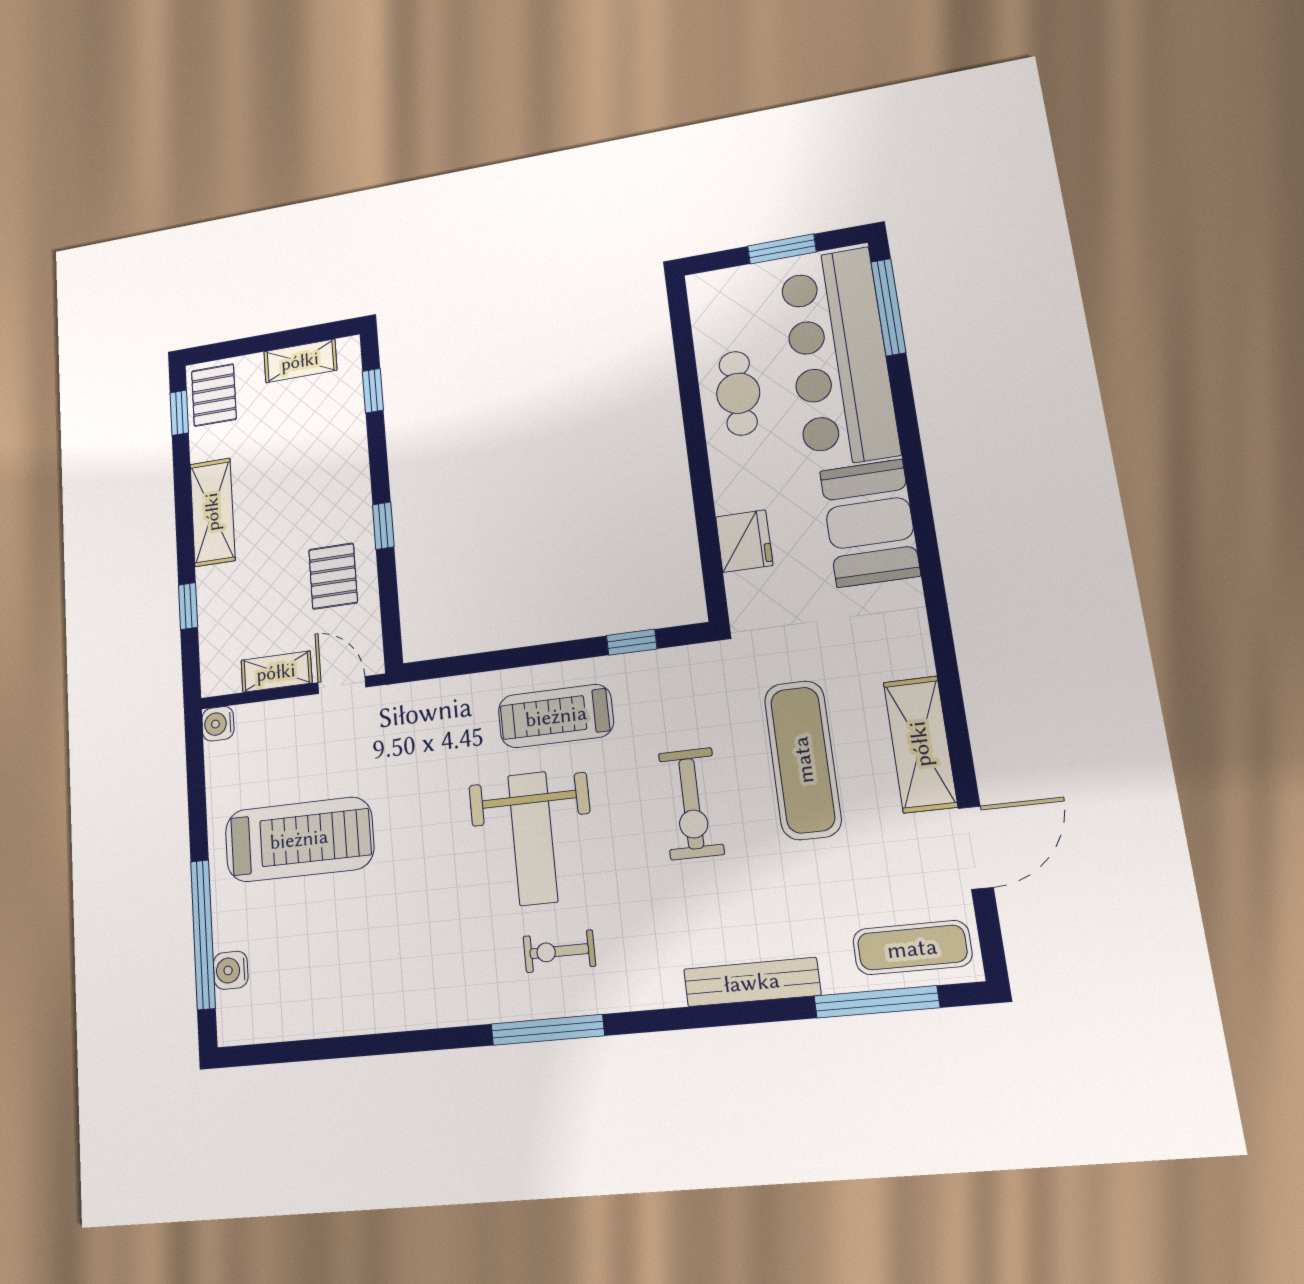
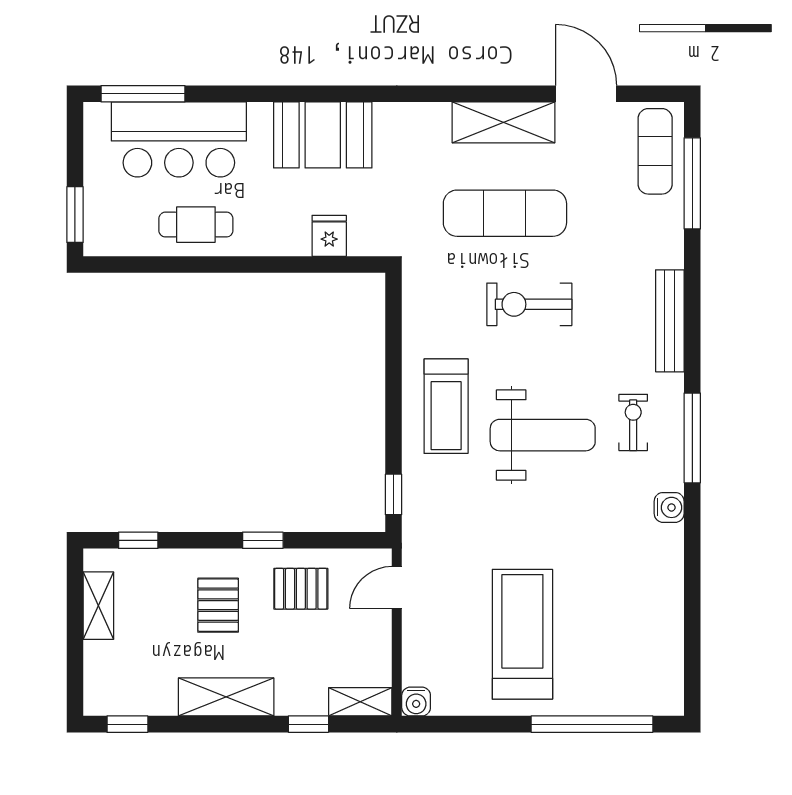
window: (782, 249) -> (75, 215), moved
bar counter: (838, 357) -> (179, 139), width x0.73
pallet: (214, 395) -> (218, 605), moved, turned 90
fridge: (744, 541) -> (329, 236), width x0.72
window: (632, 642) -> (393, 494), moved
shelving: (276, 672) -> (360, 702), moved, turned 90
exercise bike: (691, 804) -> (529, 304), turned 180
exercise bike: (559, 951) -> (633, 422), turned 180
water cooler: (231, 970) -> (669, 507), moved, turned -90
bench: (752, 982) -> (670, 321), moved

